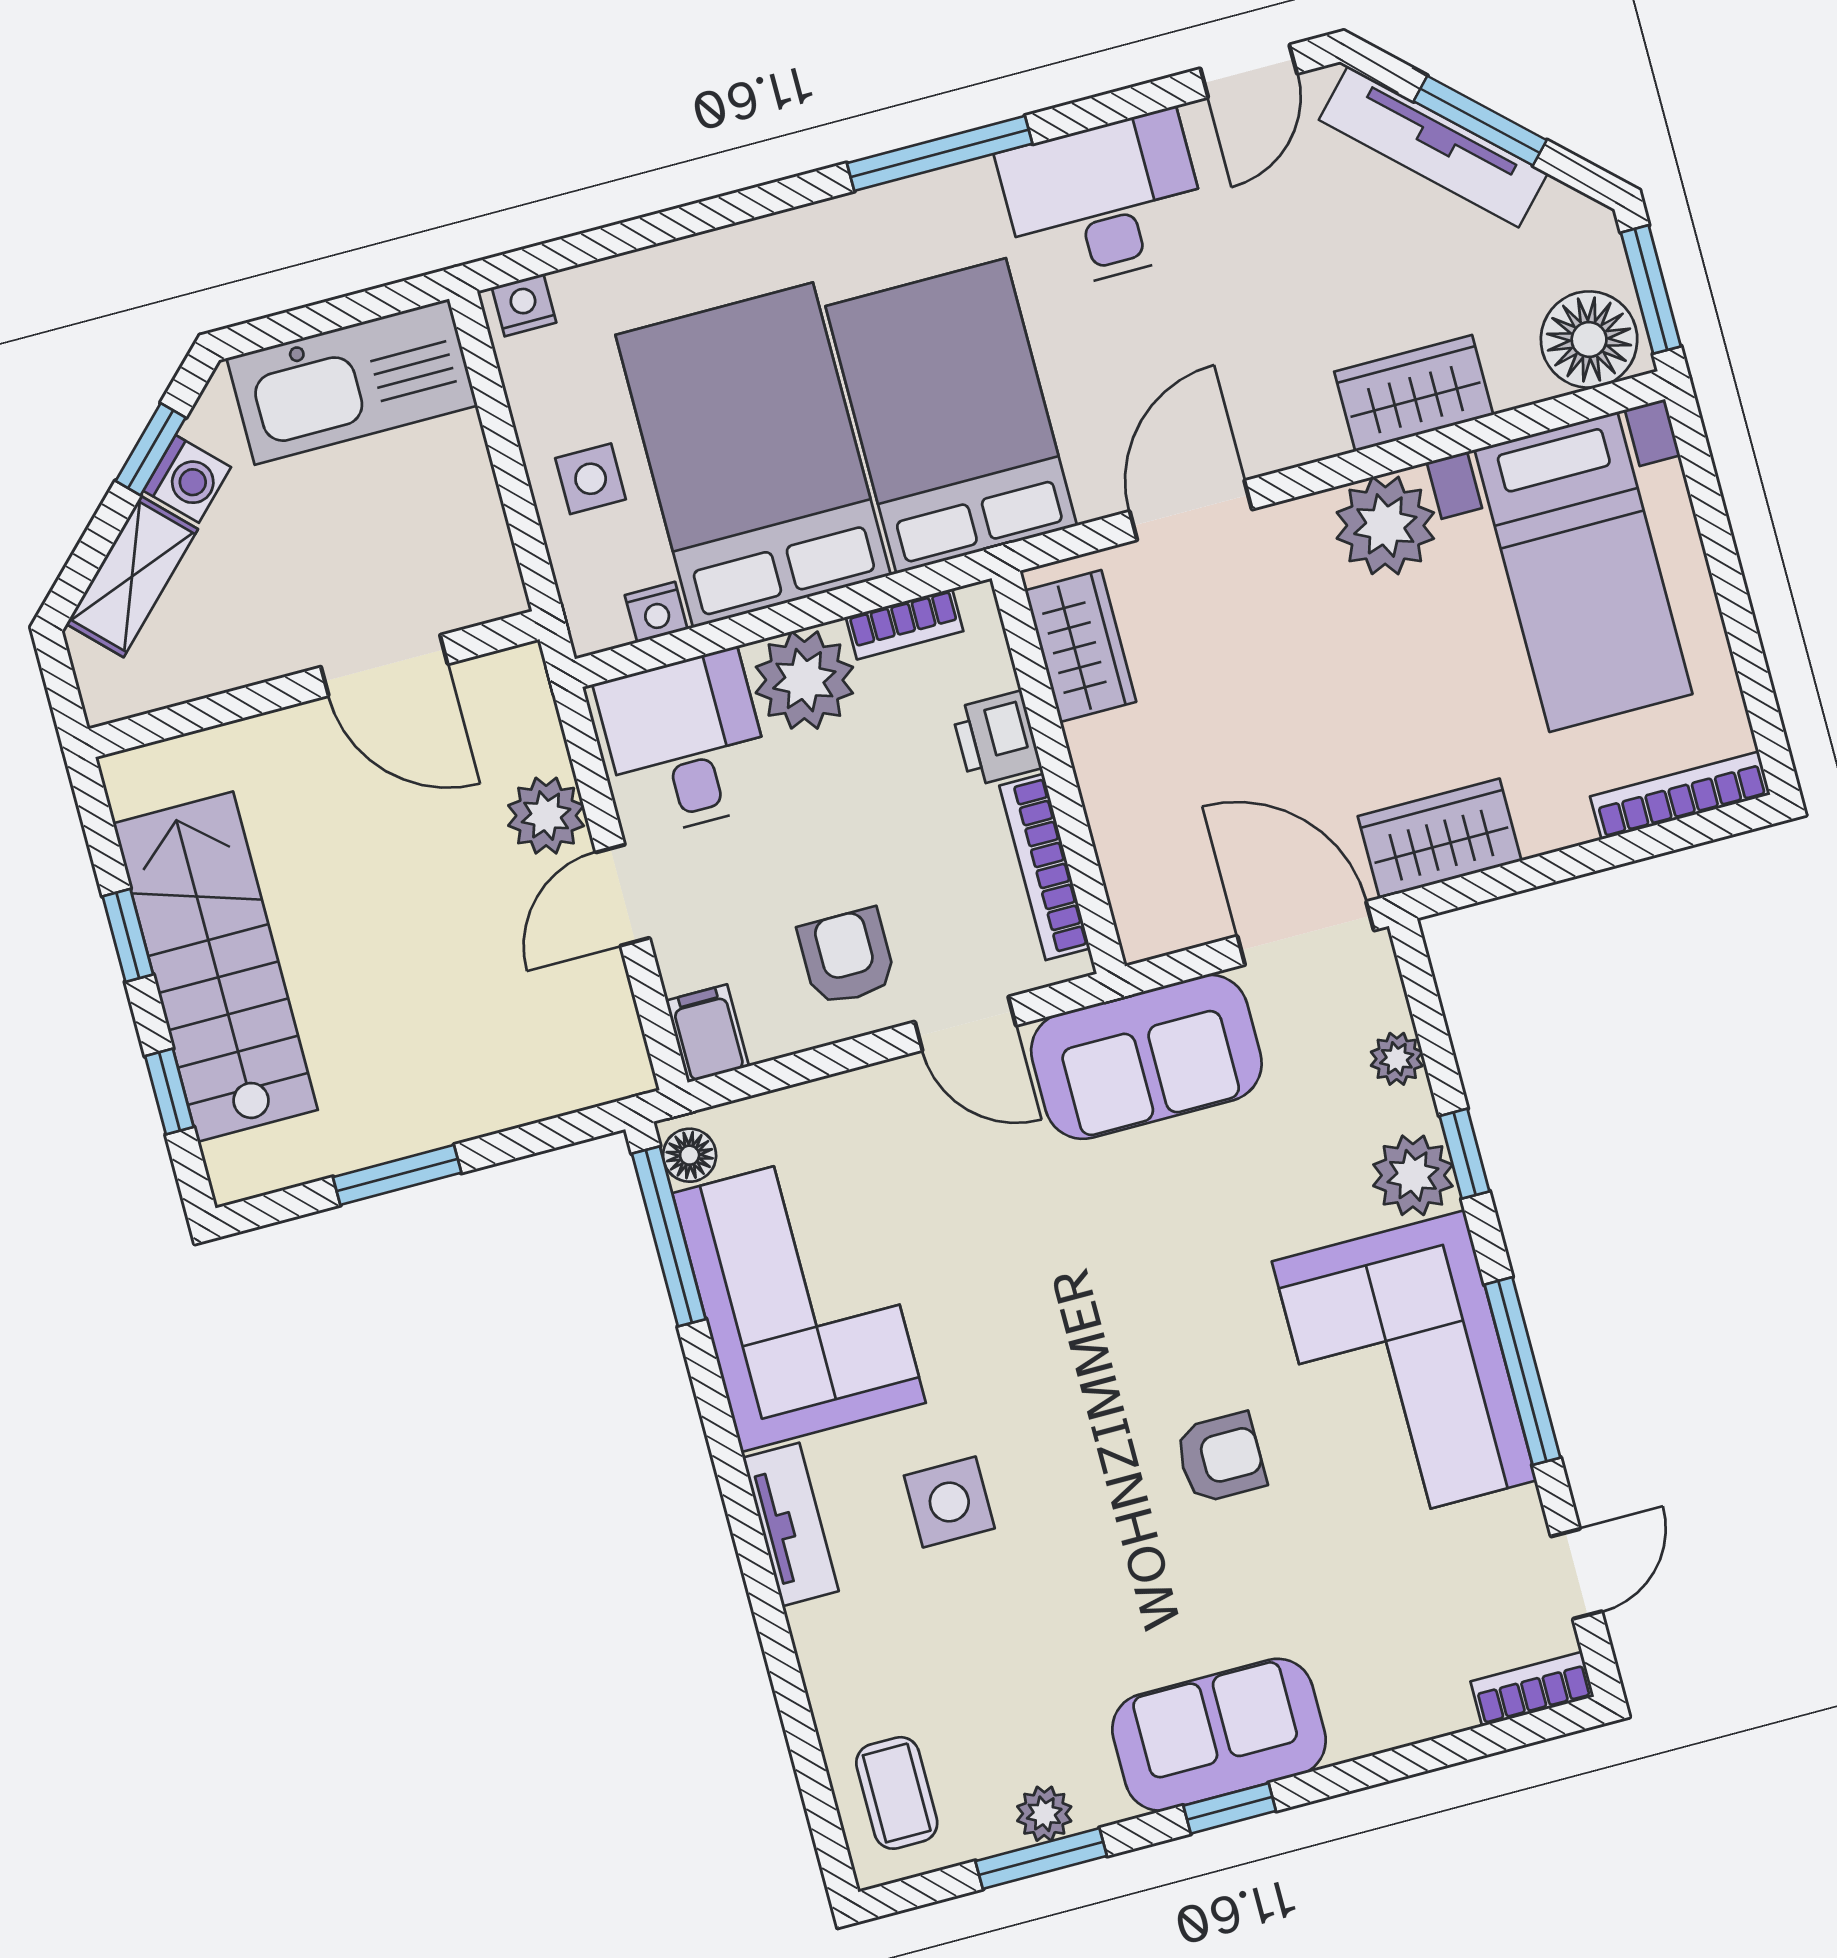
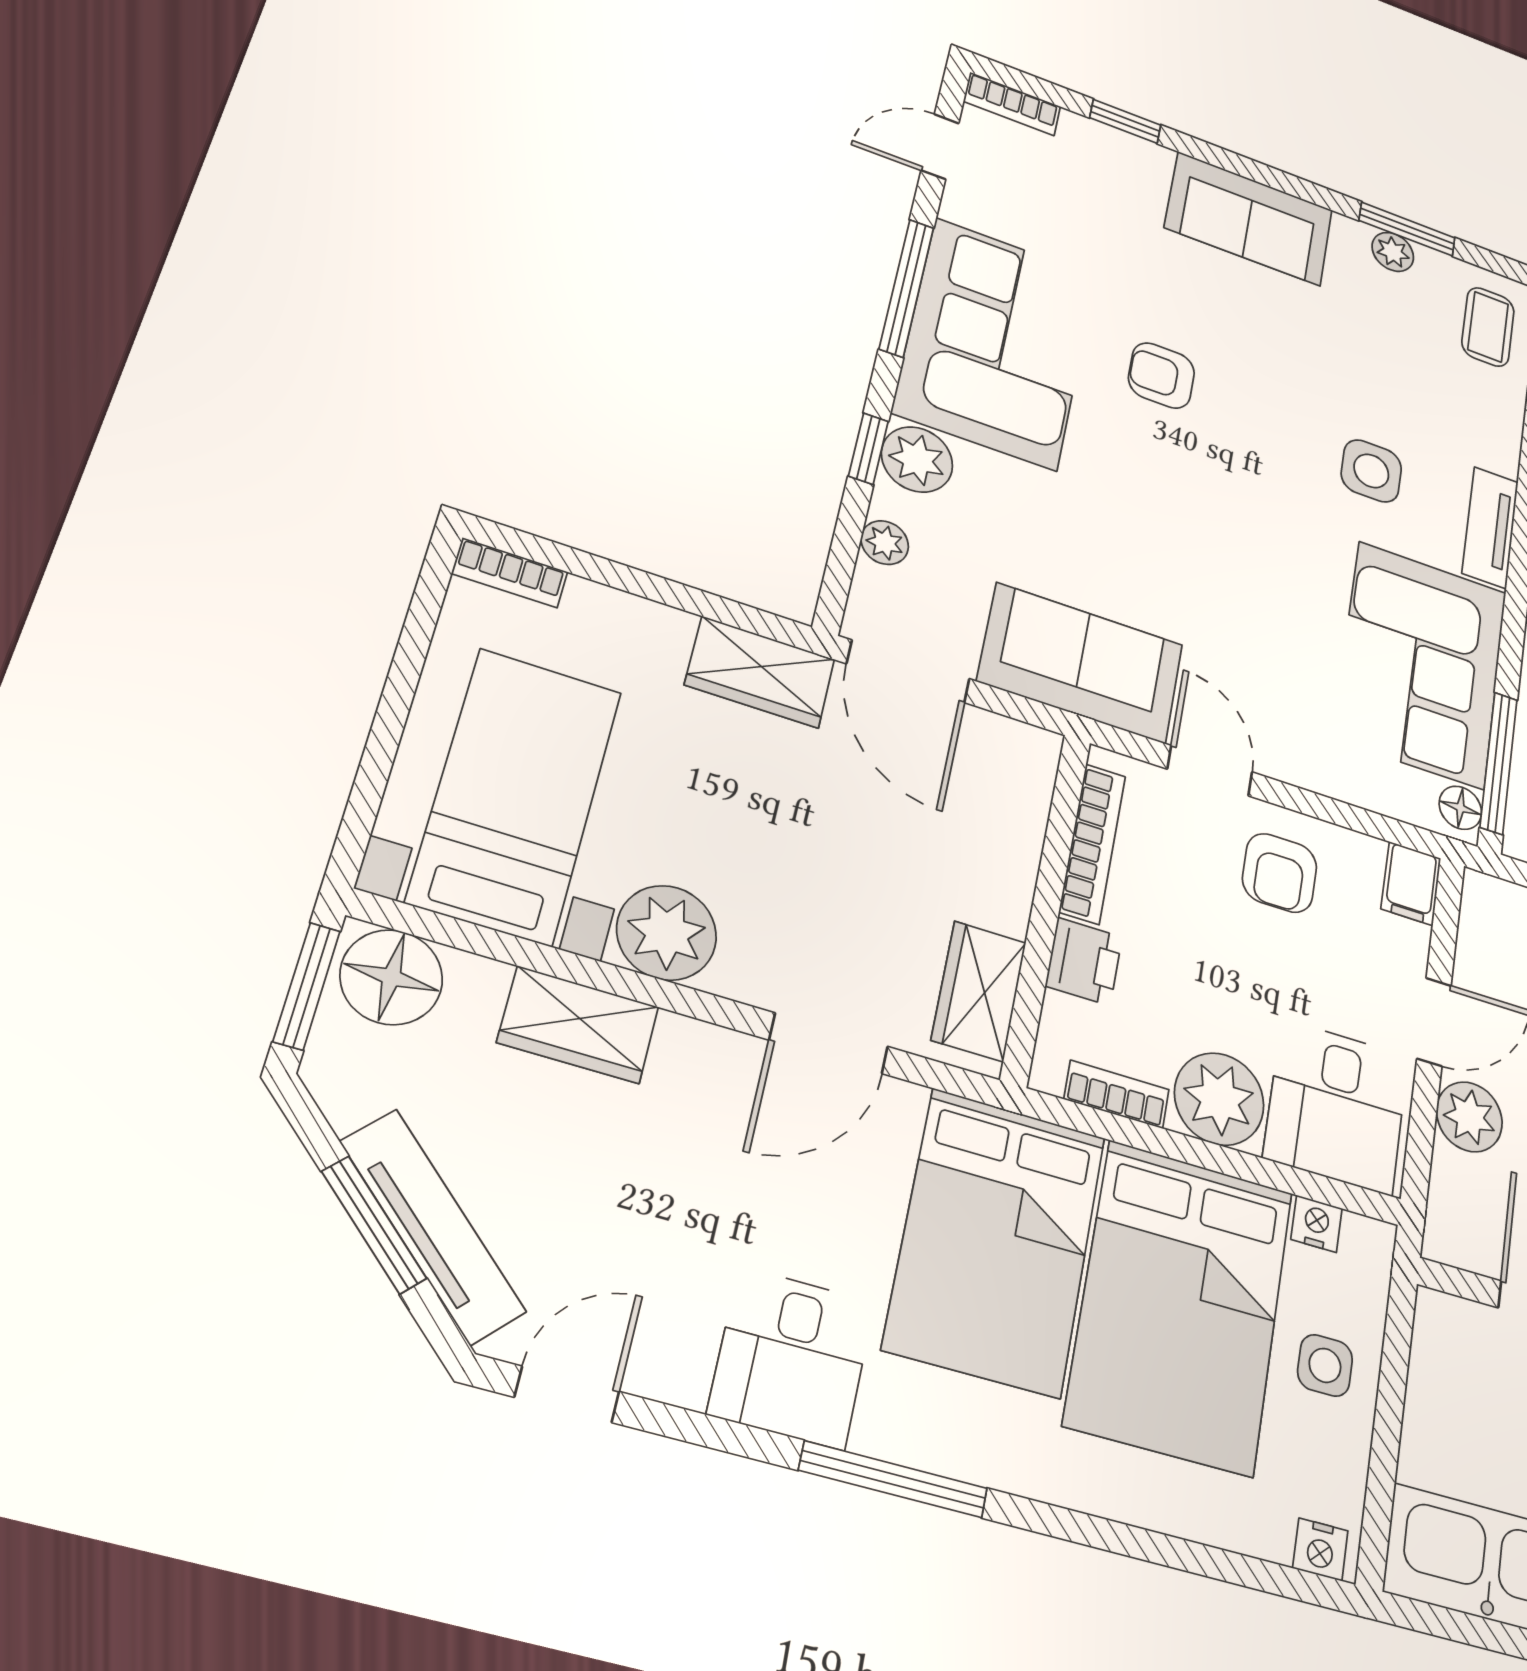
desk: (1104, 201) -> (792, 1358), width x0.73
bookcase: (1680, 795) -> (510, 573), width x0.64
window: (1230, 1808) -> (1125, 121), moved

